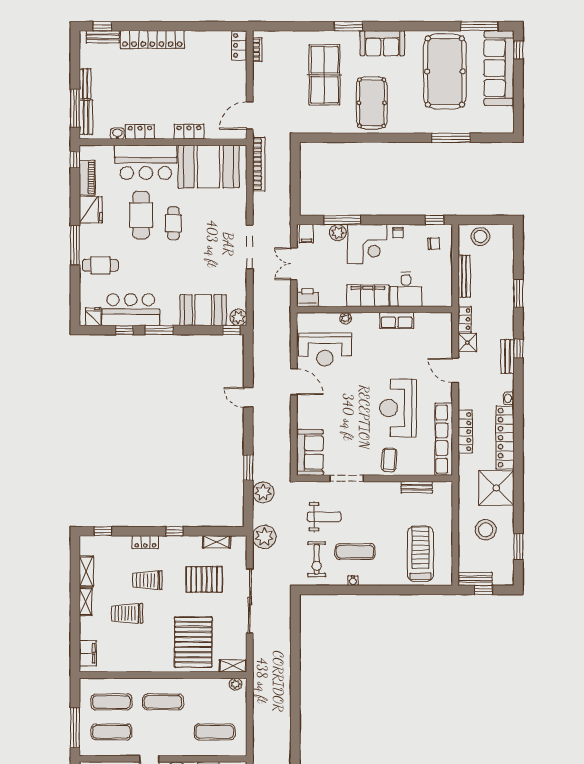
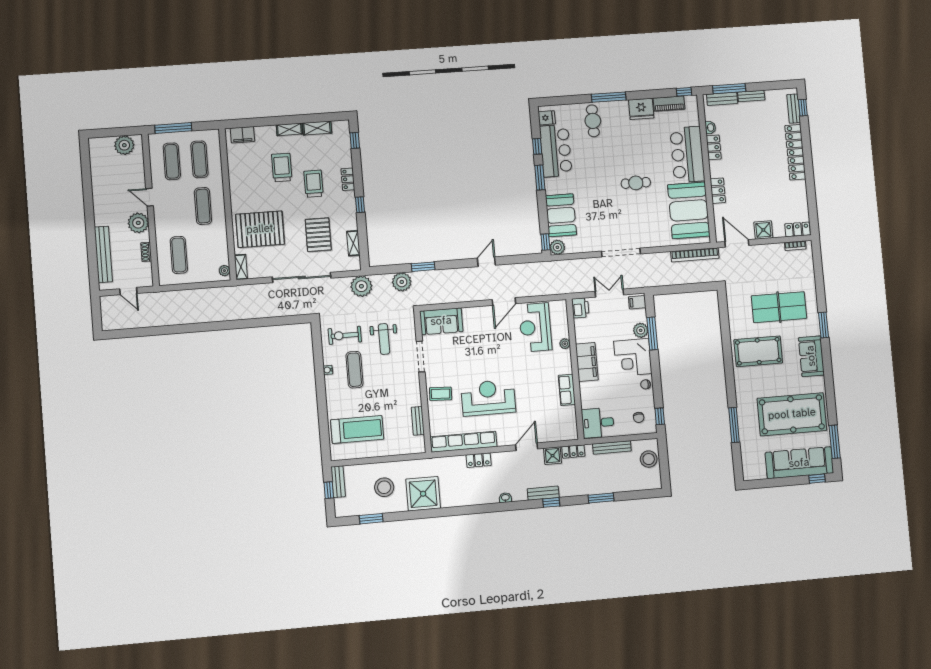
shower: (237, 84) -> (763, 230), added
cafe table: (141, 215) -> (641, 154), removed
desk: (406, 289) -> (598, 423), moved
locker: (465, 432) -> (479, 460), width x0.66
locker: (505, 438) -> (470, 498), removed

